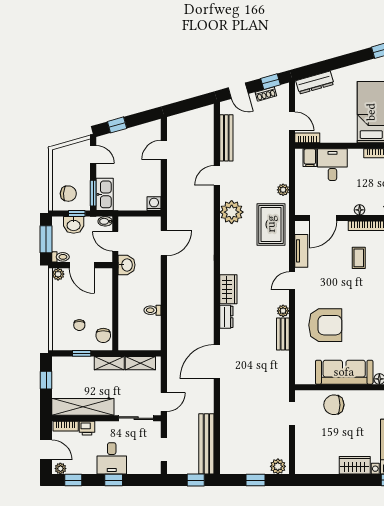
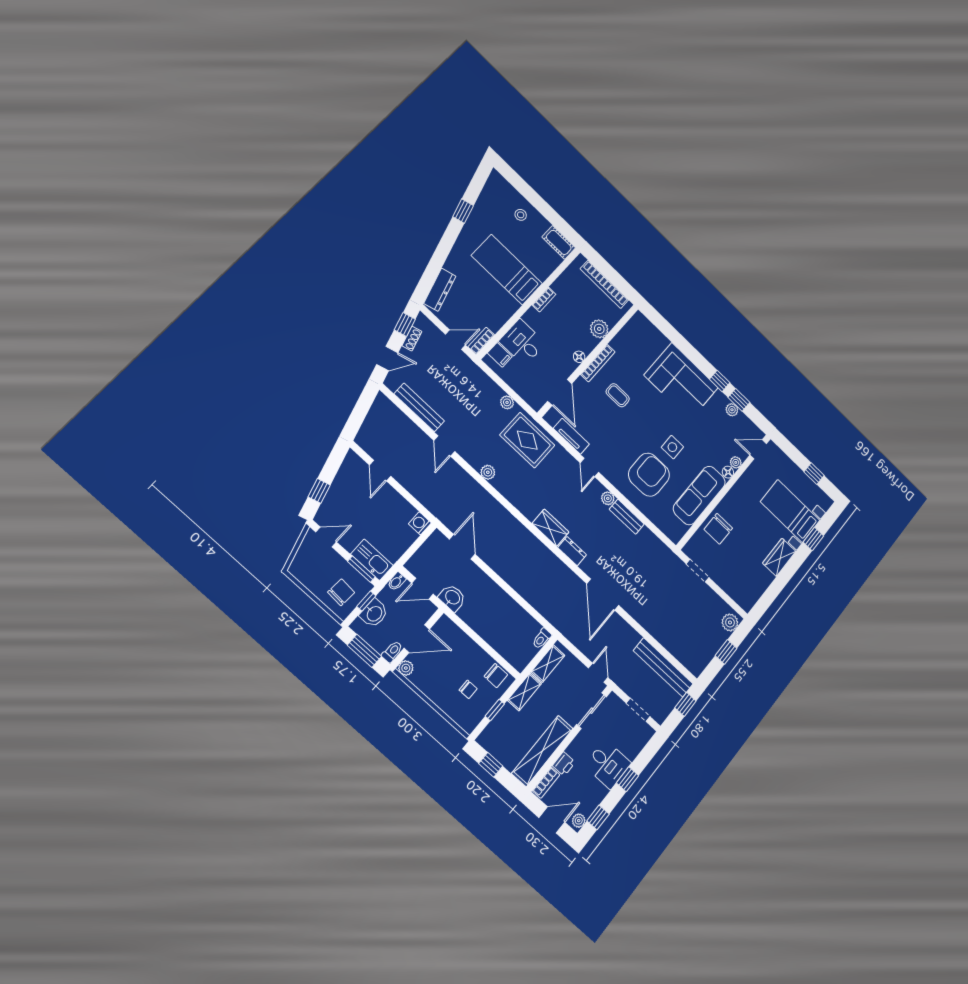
plant: (232, 212) -> (488, 472), width x0.53, depth x0.53
toilet: (153, 310) -> (542, 639), moved
side table: (359, 325) -> (672, 447), added

